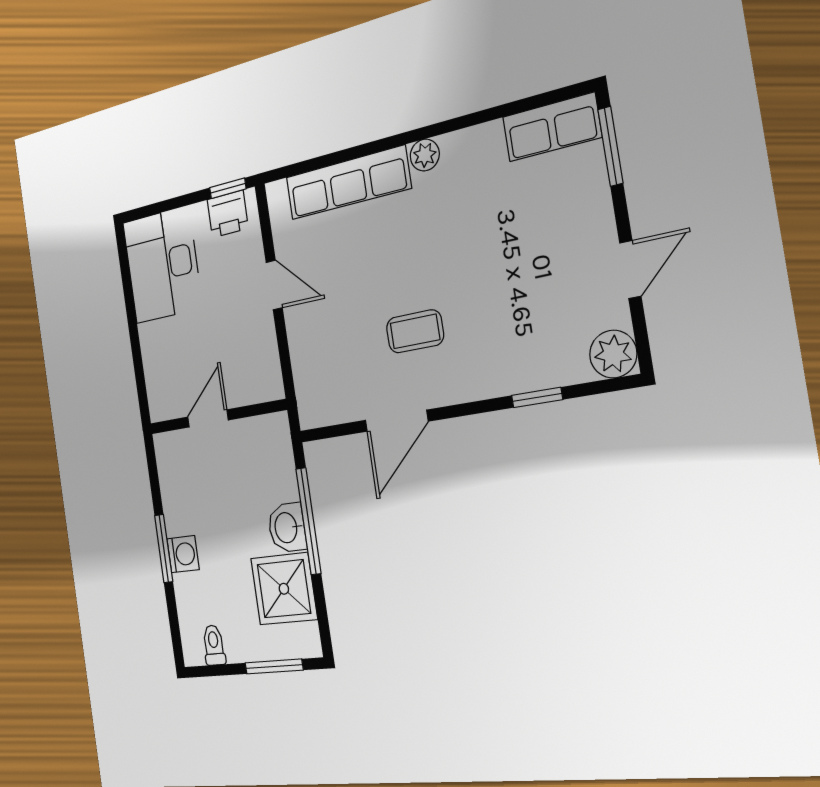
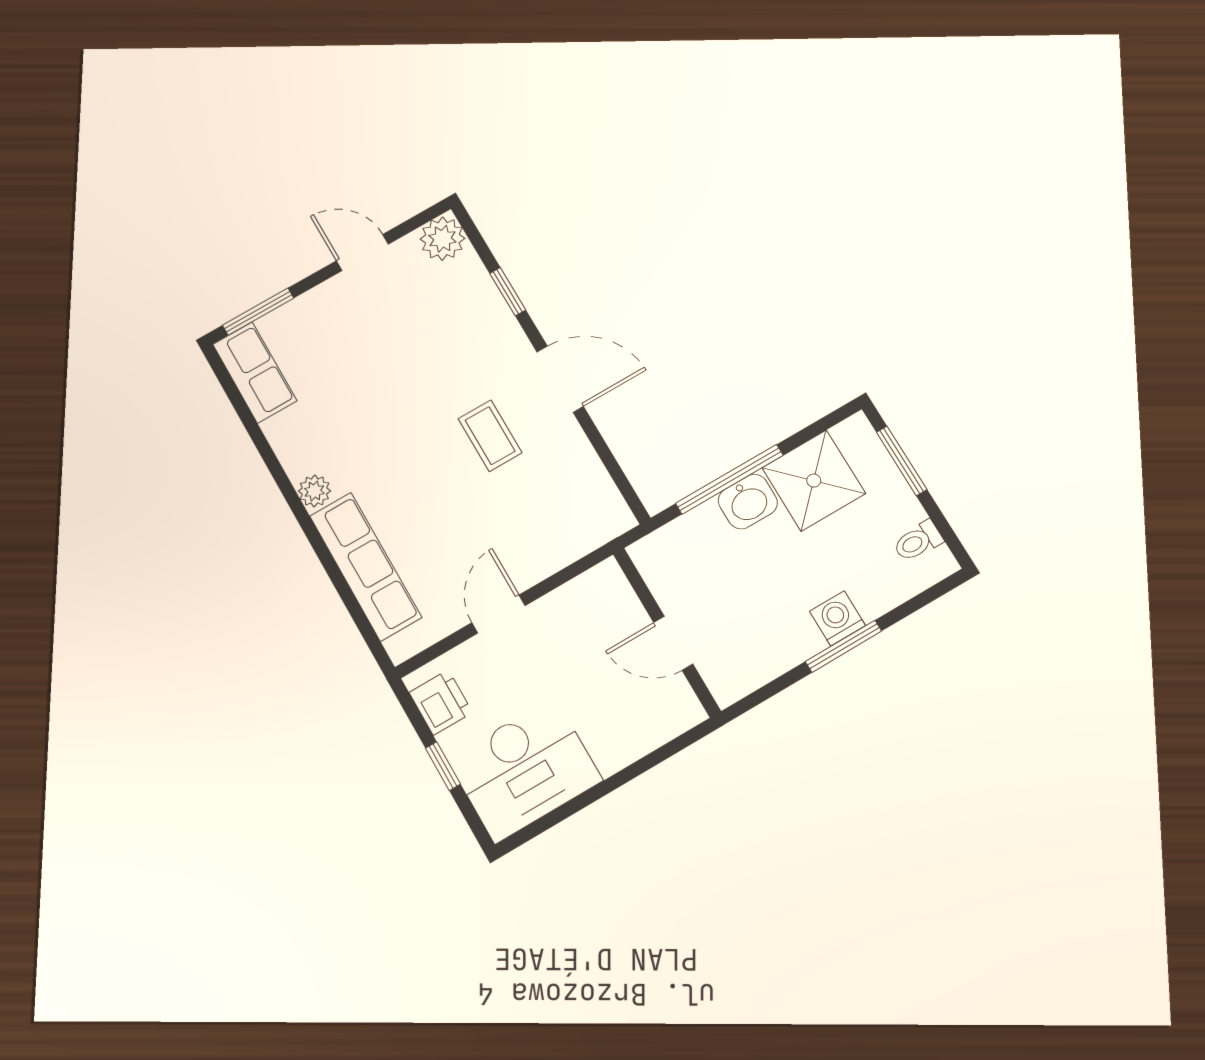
window: (228, 188) -> (443, 766), moved
door: (396, 421) -> (560, 379), moved

